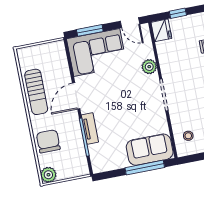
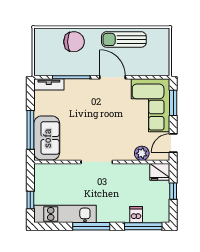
plant: (149, 67) -> (142, 153), moved
tv unit: (90, 128) -> (49, 84), moved
stool: (188, 136) -> (53, 178), removed
plant: (48, 175) -> (42, 36), removed

